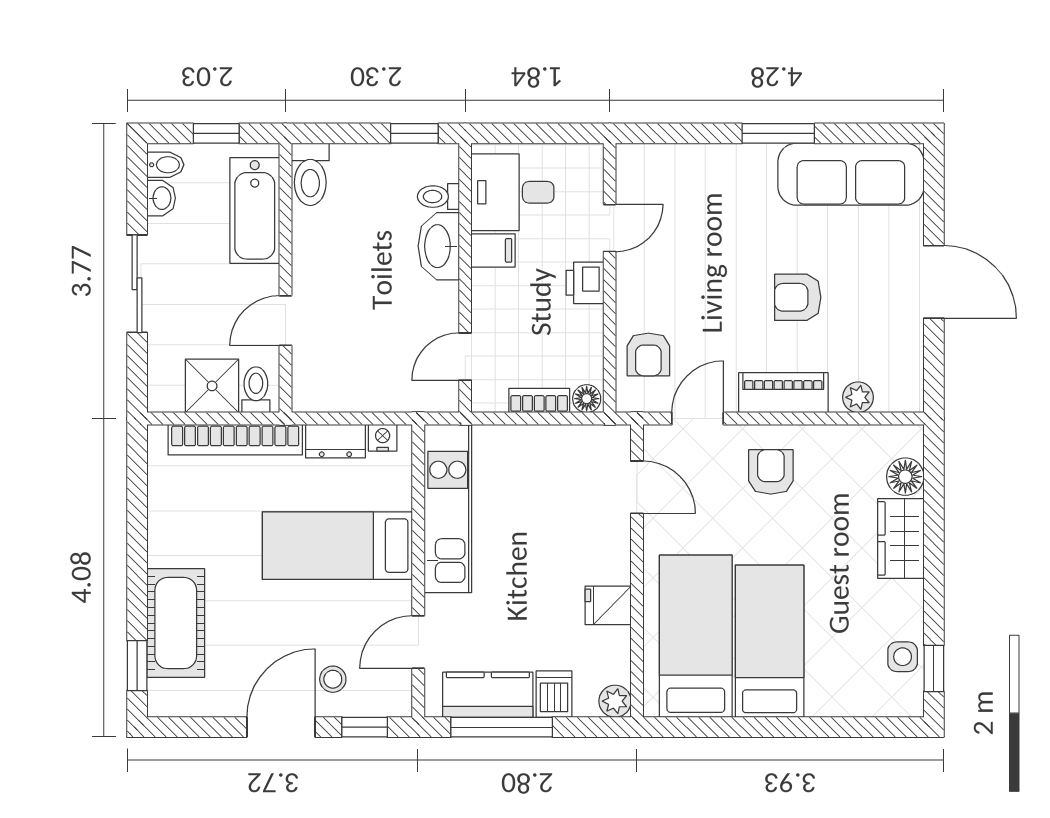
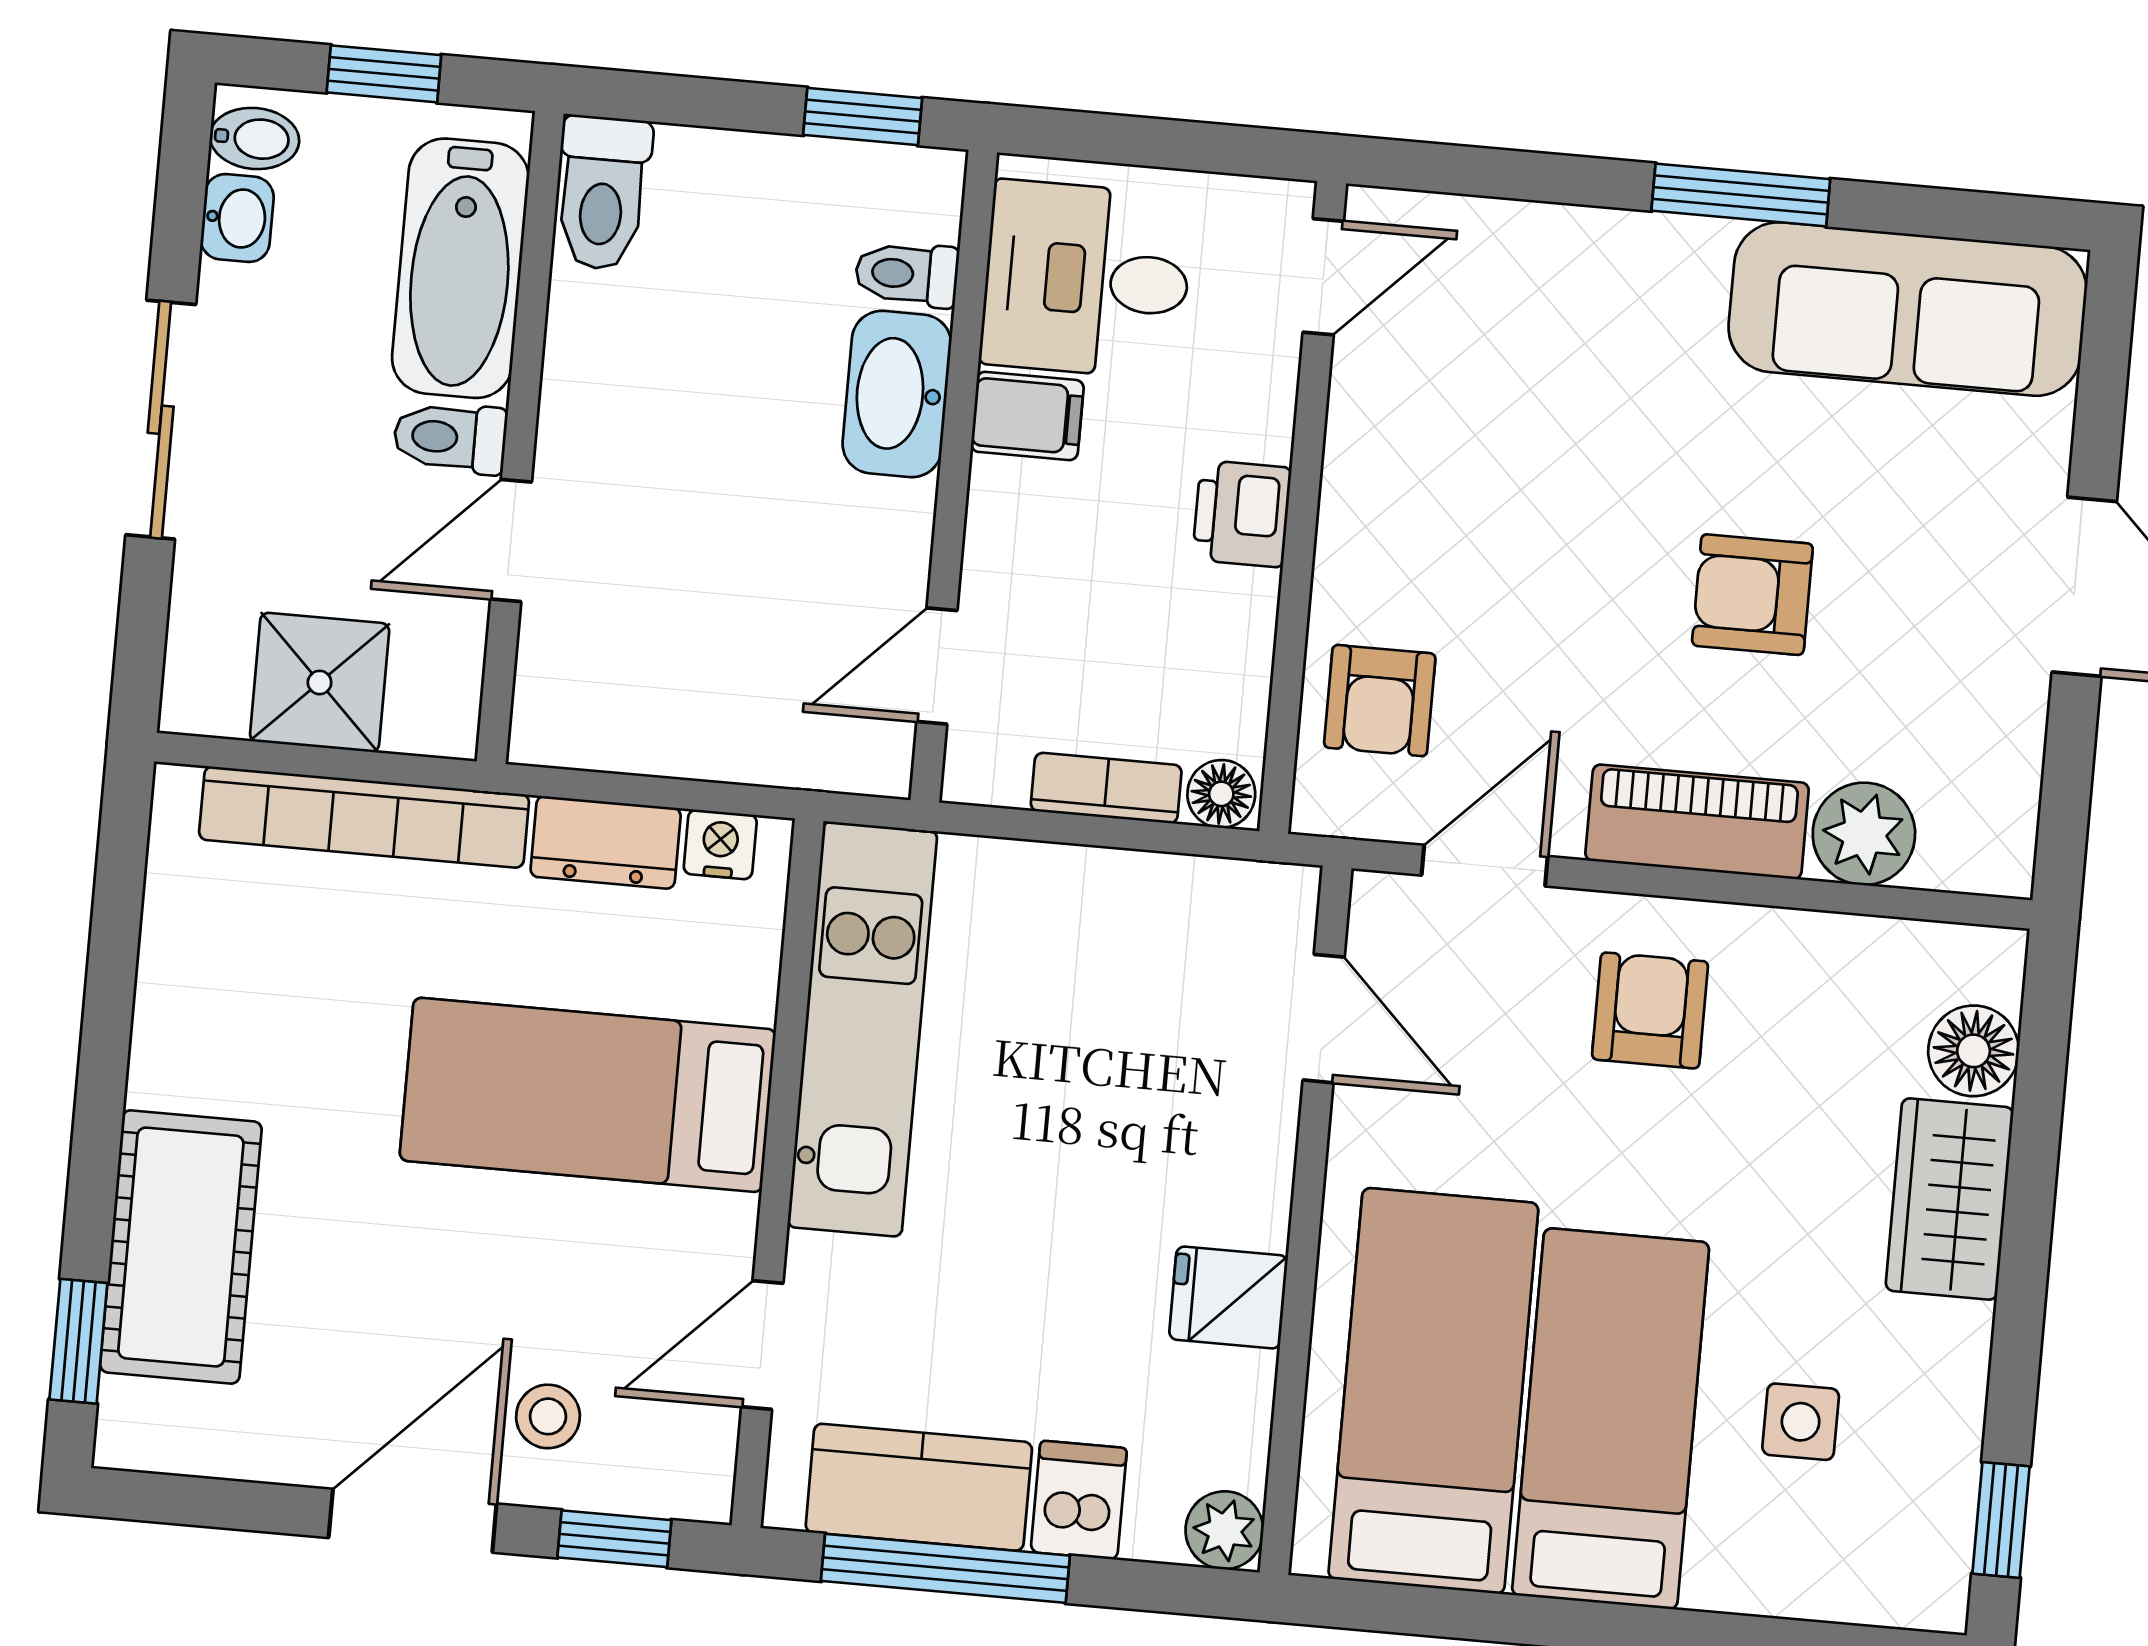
door: (610, 228) -> (1323, 277), moved
toilet: (256, 390) -> (450, 438), moved, turned -90
plant: (858, 397) -> (1864, 834), width x1.38, depth x1.38
side table: (903, 657) -> (1801, 1422), moved

